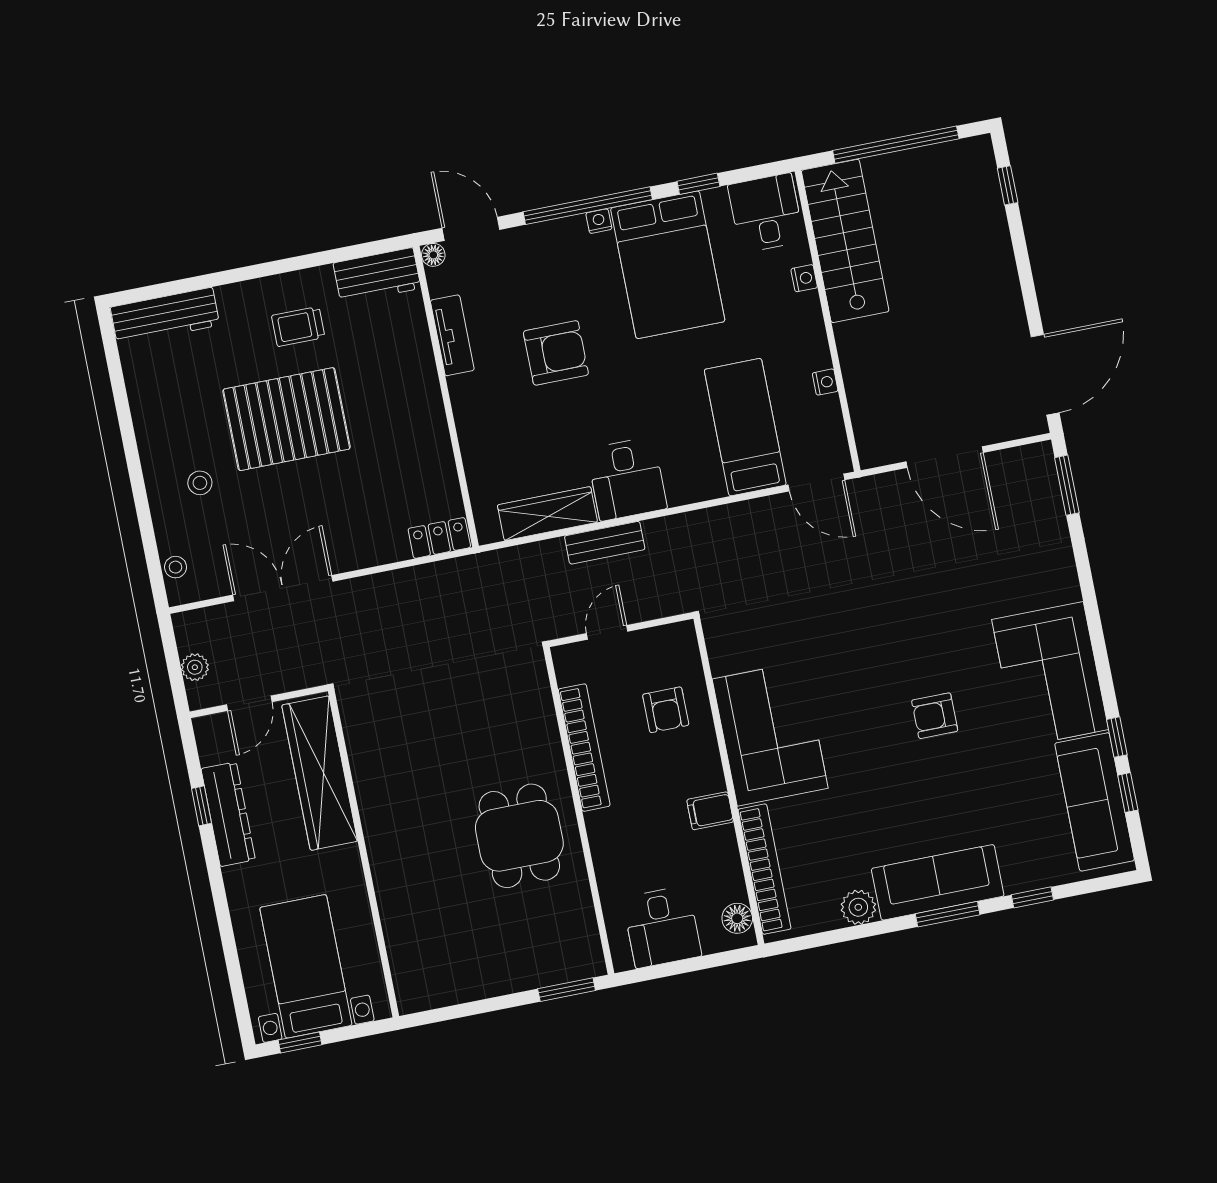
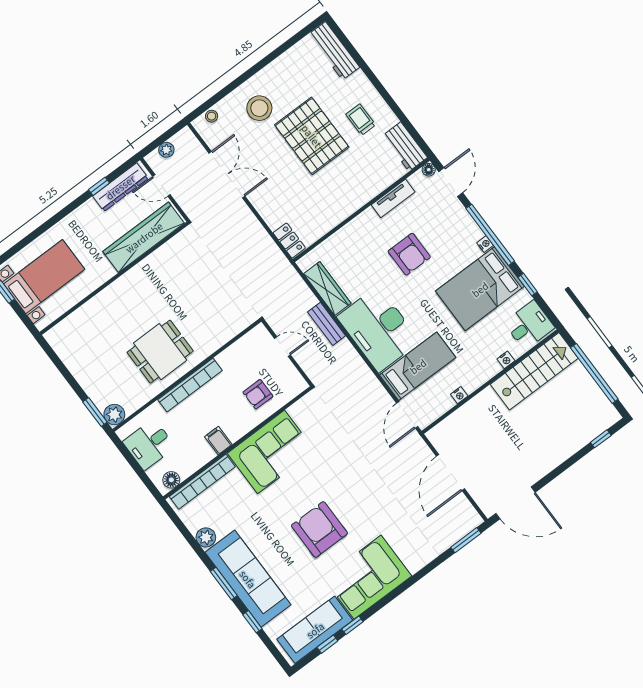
desk: (627, 479) -> (378, 329), width x1.87, depth x1.30
stool: (200, 483) -> (259, 108), width x1.89, depth x1.89
armchair: (935, 716) -> (319, 530), width x1.88, depth x1.88
bookcase: (584, 748) -> (190, 385), moved
dresser: (228, 814) -> (120, 187), moved
sofa: (938, 882) -> (248, 579), width x1.36, depth x1.27
plant: (586, 960) -> (114, 415), added

